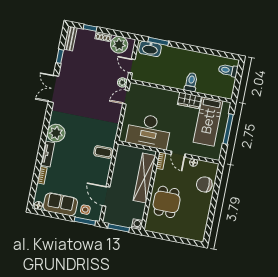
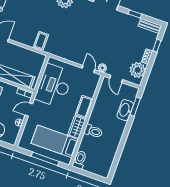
washbasin: (150, 49) -> (125, 110), moved
door: (132, 66) -> (116, 79), swing flipped
toilet: (228, 70) -> (80, 160), moved
cot: (167, 96) -> (84, 107), added

